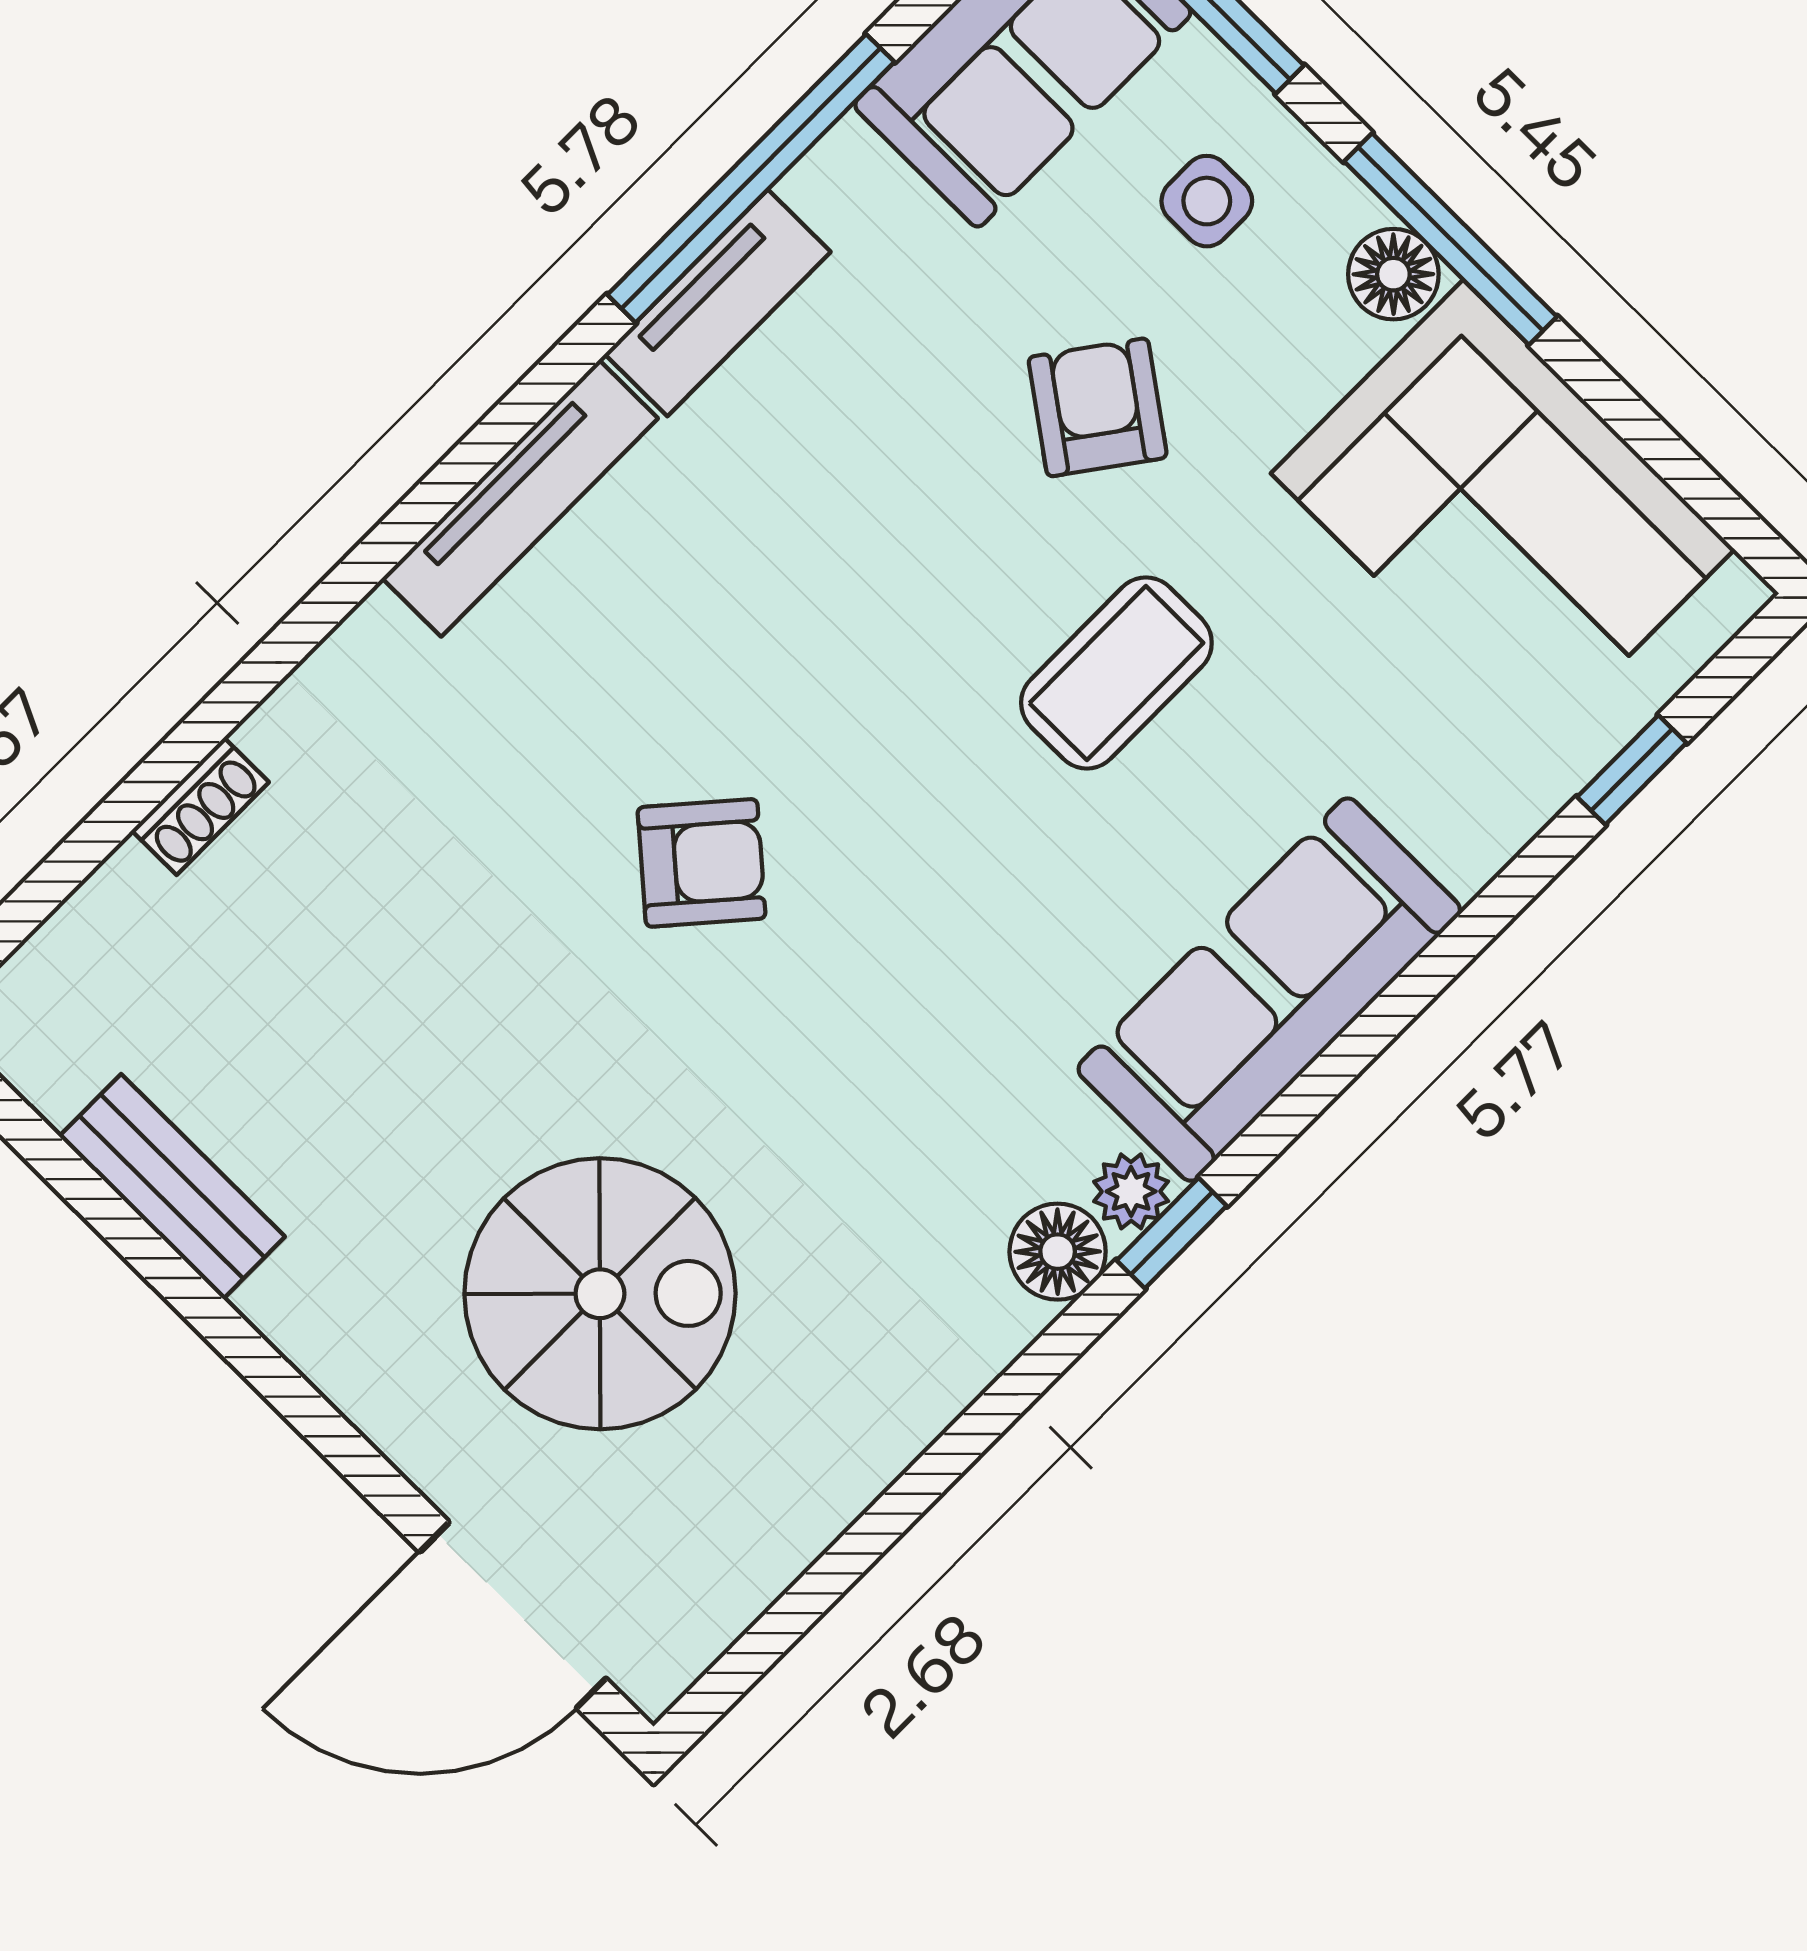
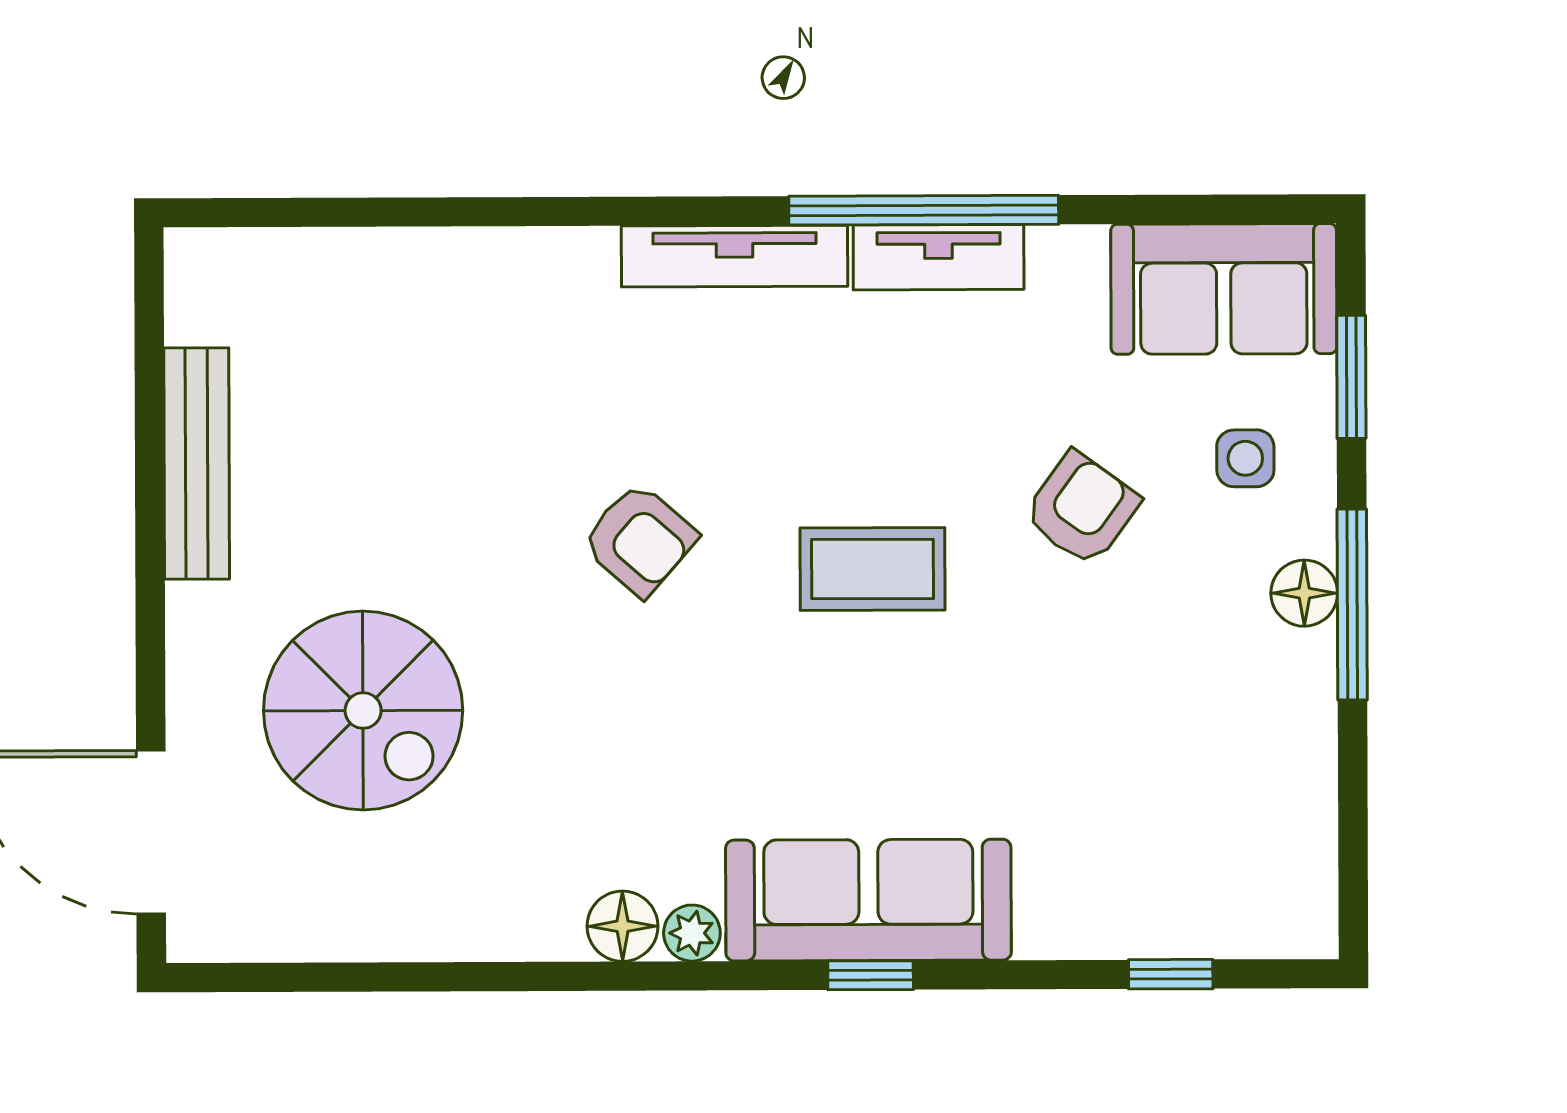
window: (751, 178) -> (924, 210), moved
corner sofa: (1503, 511) -> (1238, 773), removed
coffee table: (1116, 673) -> (872, 569), moved
shoe rack: (200, 806) -> (409, 250), removed
bench: (172, 1187) -> (197, 464), width x1.36
window: (1172, 1233) -> (871, 975), moved

